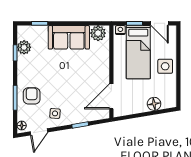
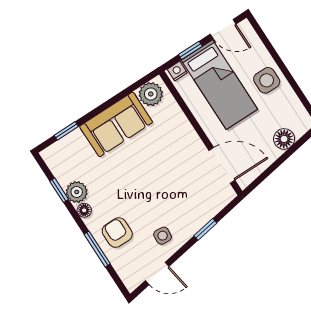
plant: (24, 47) -> (77, 192), moved
door: (111, 96) -> (222, 165), swing flipped
floor lamp: (22, 126) -> (84, 210), moved
door: (39, 132) -> (157, 273), hinge flipped

